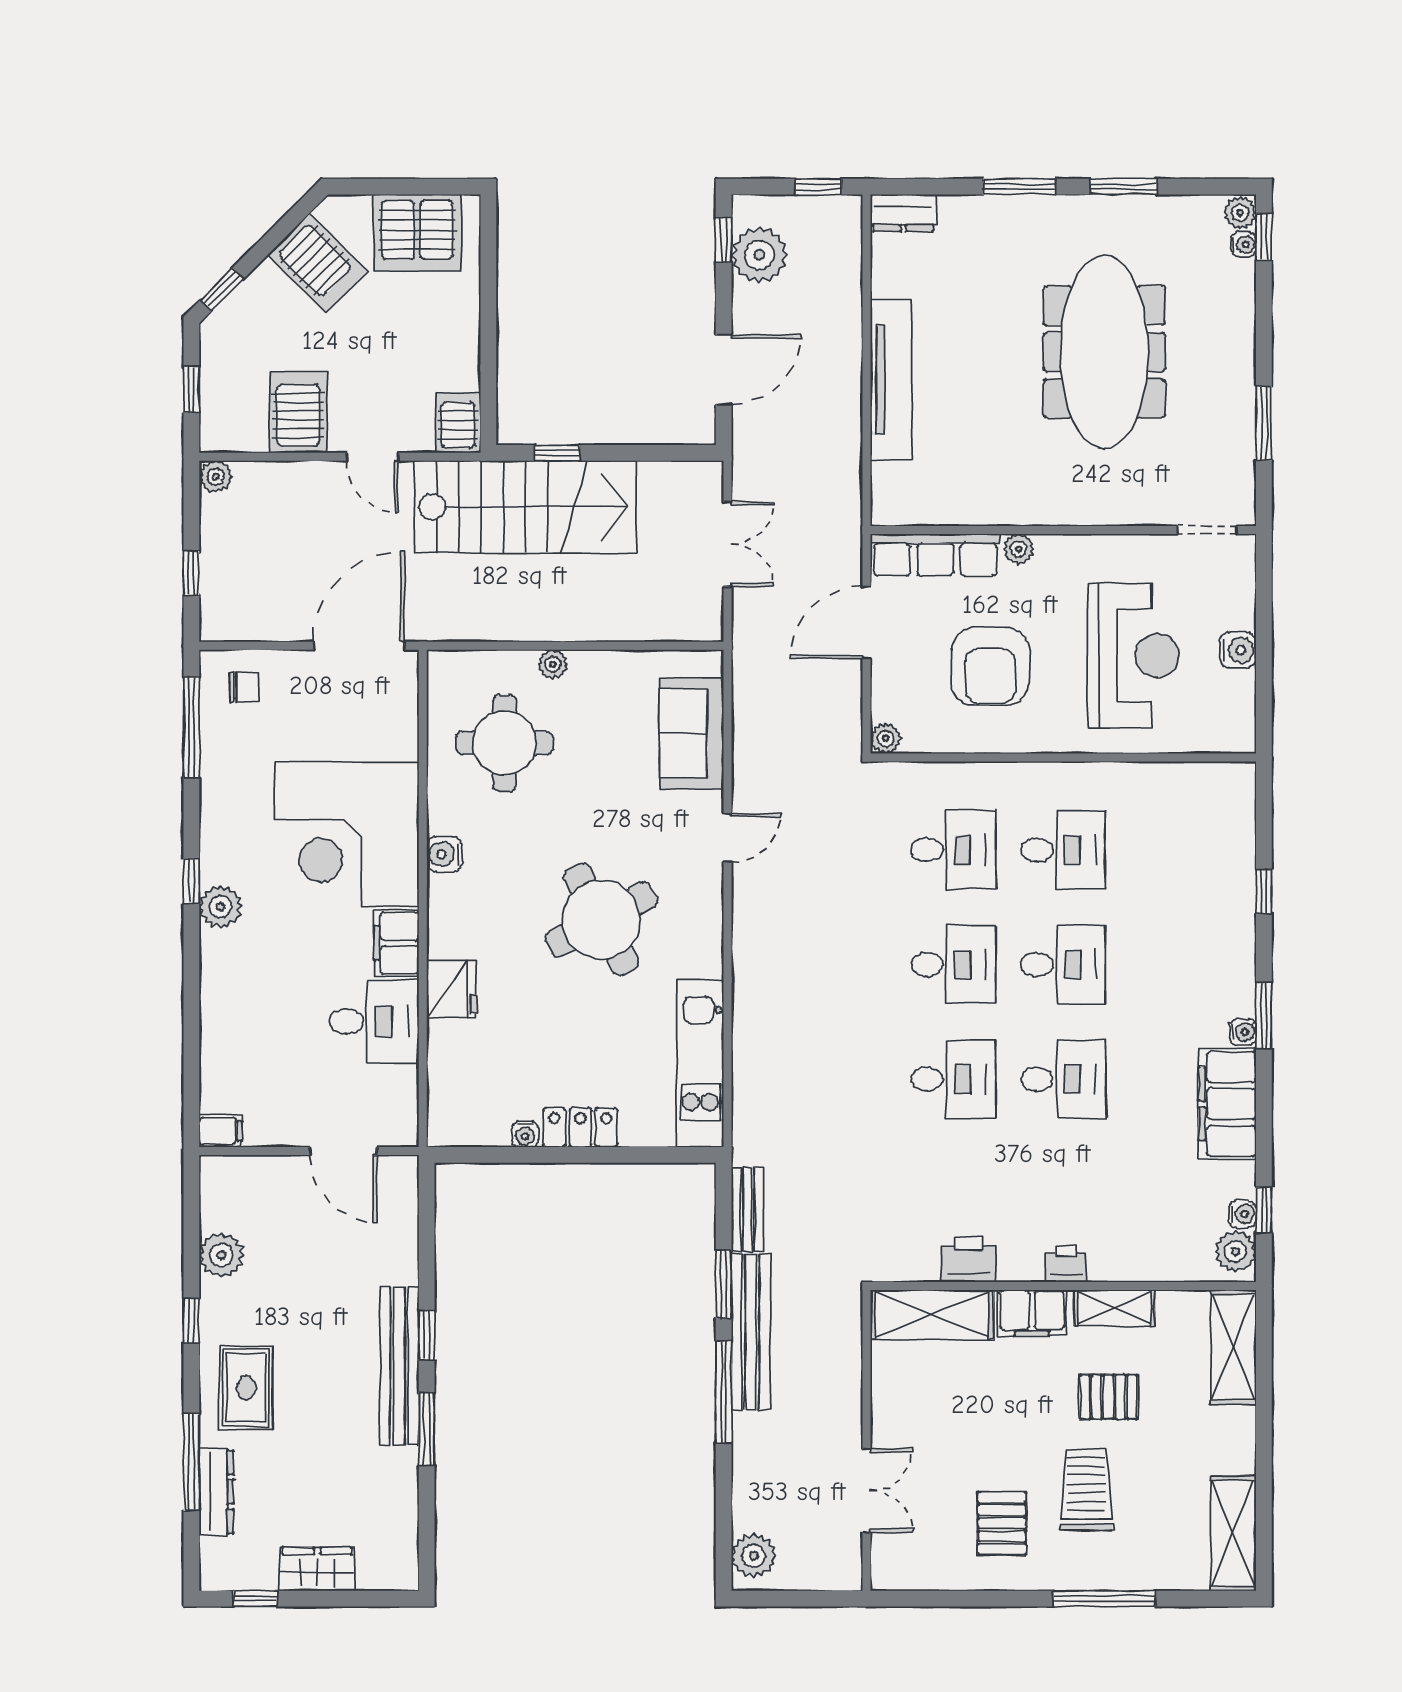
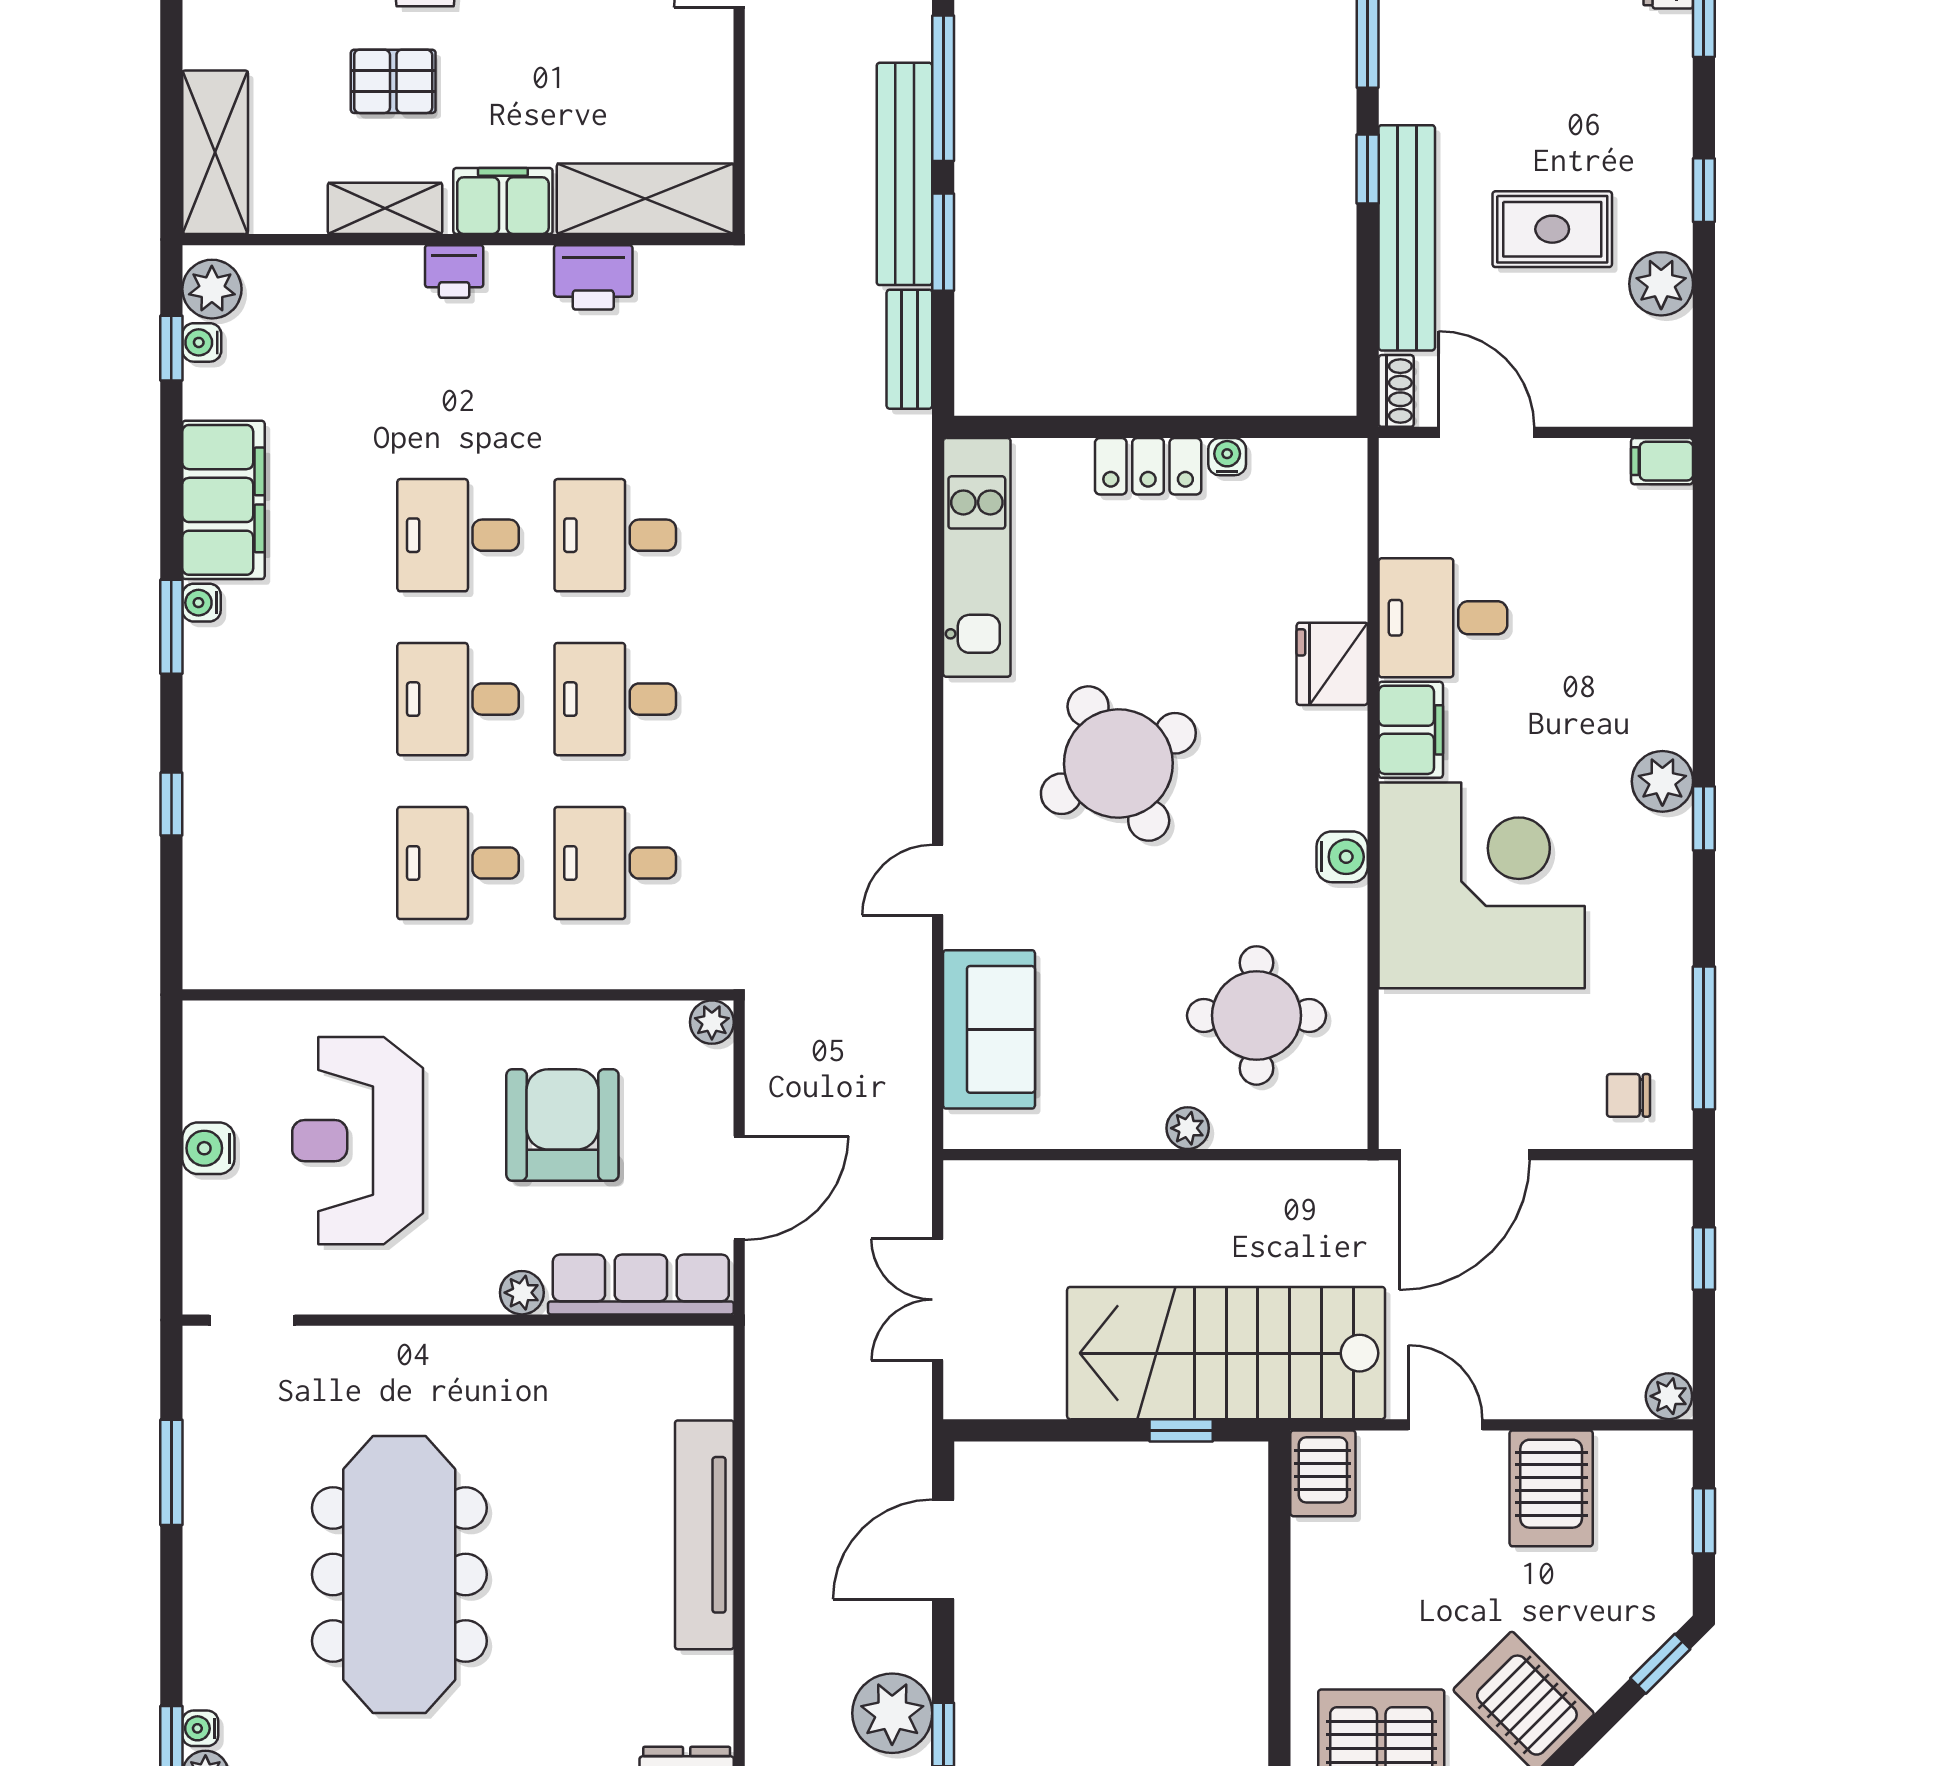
shoe rack: (407, 1180) -> (1396, 391), added
bench: (399, 1366) -> (1407, 238), moved
rug: (246, 1388) -> (1552, 229), moved, turned 90

